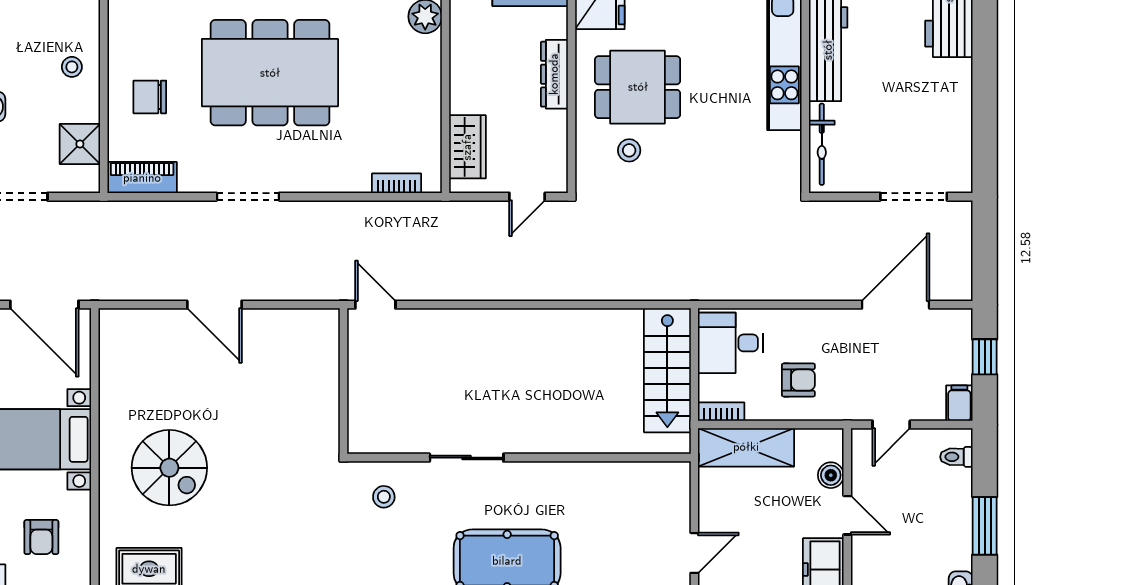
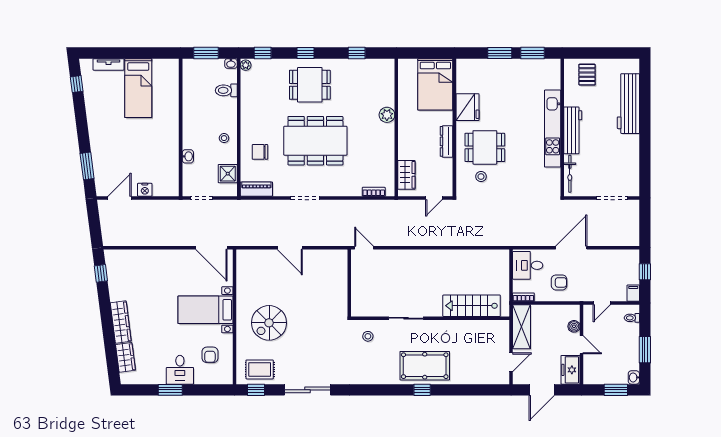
door: (896, 305) -> (571, 248), moved
stairs: (667, 370) -> (472, 306), moved, turned 90
shelving: (746, 447) -> (522, 327), moved, turned 90
spiral stairs: (169, 468) -> (269, 323), turned 90

